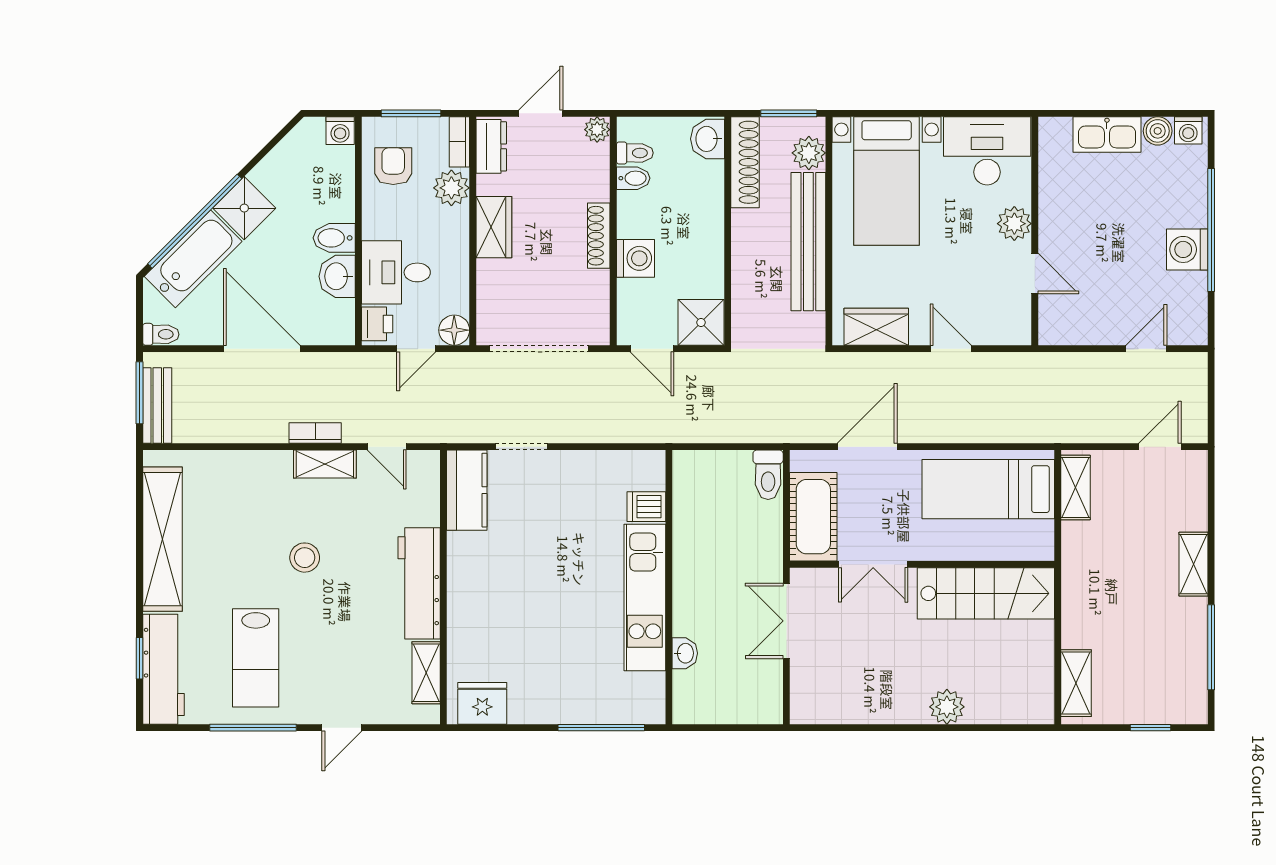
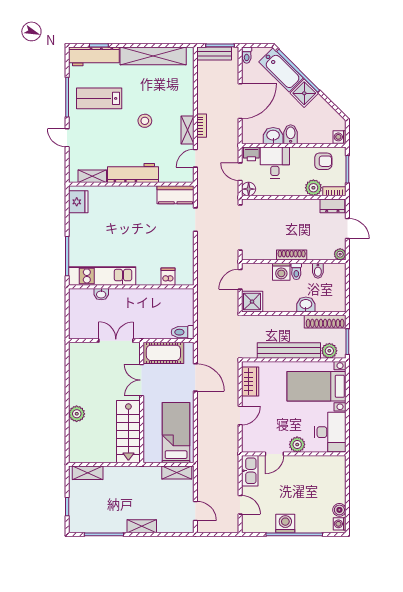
kitchen sink: (1107, 134) -> (250, 471), moved, turned 180
washbasin: (708, 139) -> (306, 305), moved
toilet: (635, 153) -> (296, 271), moved
wardrobe: (494, 227) -> (296, 207), removed
kitchen unit: (645, 598) -> (102, 276), moved

